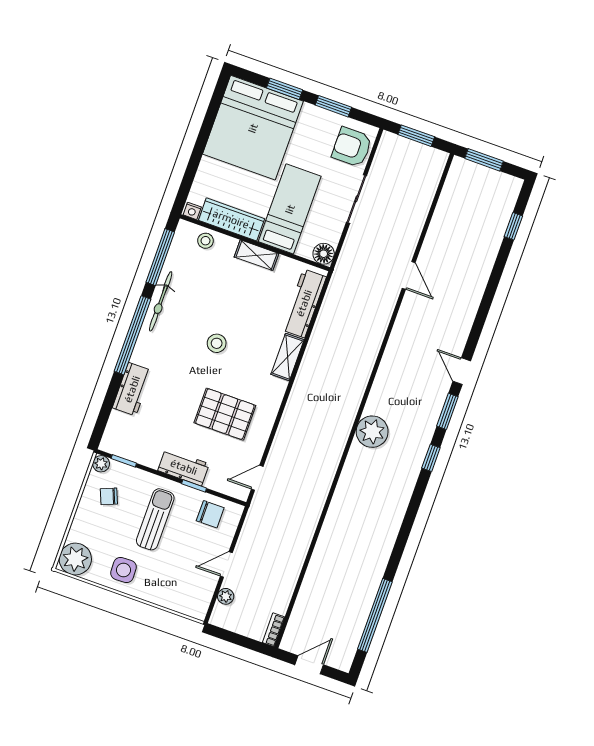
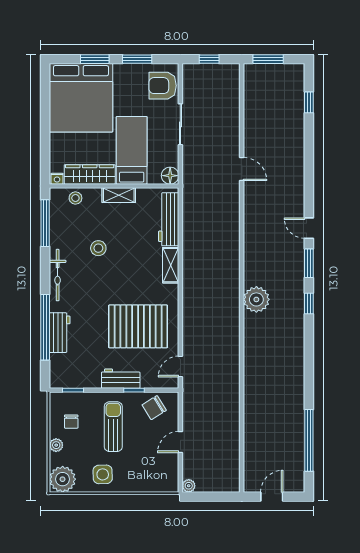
window: (416, 136) -> (209, 59), width x0.67
bicycle: (161, 301) -> (58, 275), moved
window: (132, 335) -> (45, 327), moved
stool: (217, 343) -> (98, 248), moved
pallet: (225, 414) -> (138, 326), width x1.37, depth x1.41
plant: (101, 464) -> (56, 445), moved
chair: (109, 496) -> (71, 422), turned -68
chair: (210, 514) -> (154, 408), turned 148
plant: (226, 596) -> (189, 486), moved
bookcase: (274, 630) -> (235, 479), removed

